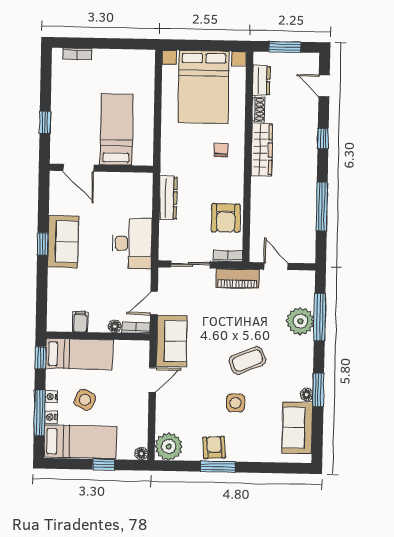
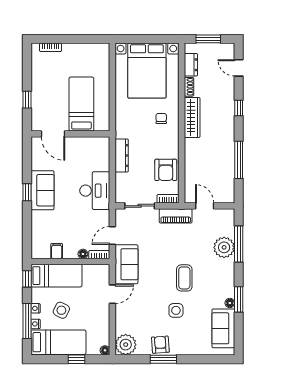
coffee table: (247, 360) -> (184, 278), turned -68

